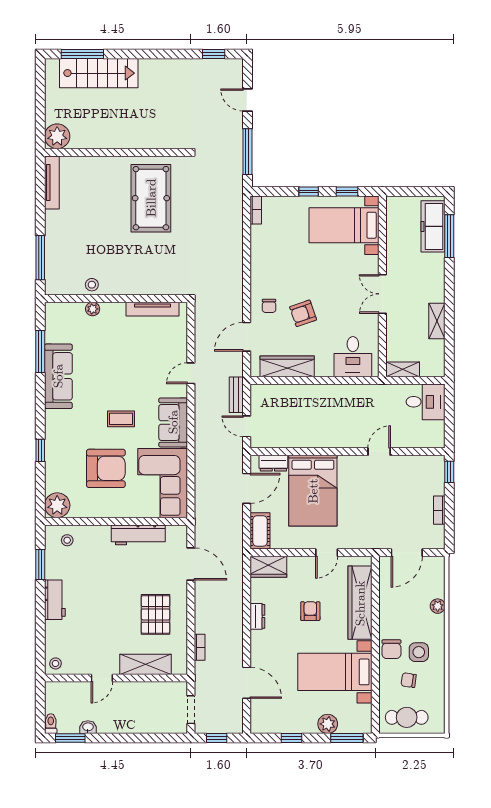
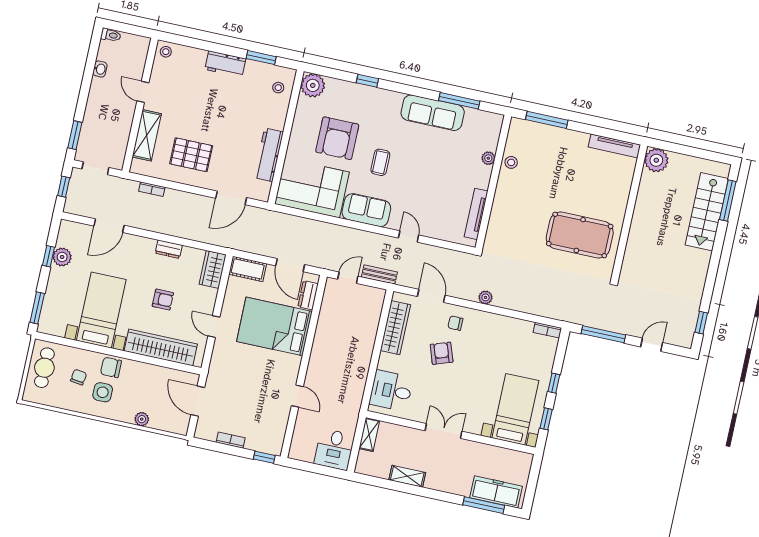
plant: (236, 281) -> (486, 297), added
plant: (328, 724) -> (62, 257), moved
window: (70, 738) -> (75, 135), moved

